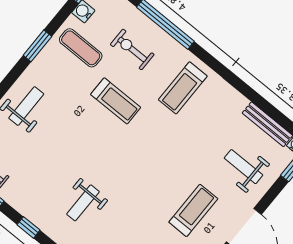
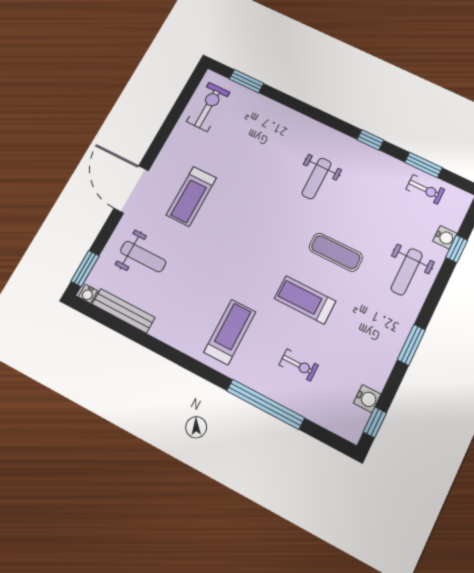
exercise mat: (81, 48) -> (336, 252), moved
exercise bike: (132, 49) -> (299, 365), width x0.73, depth x0.72
weight bench: (83, 203) -> (316, 178), turned 180

